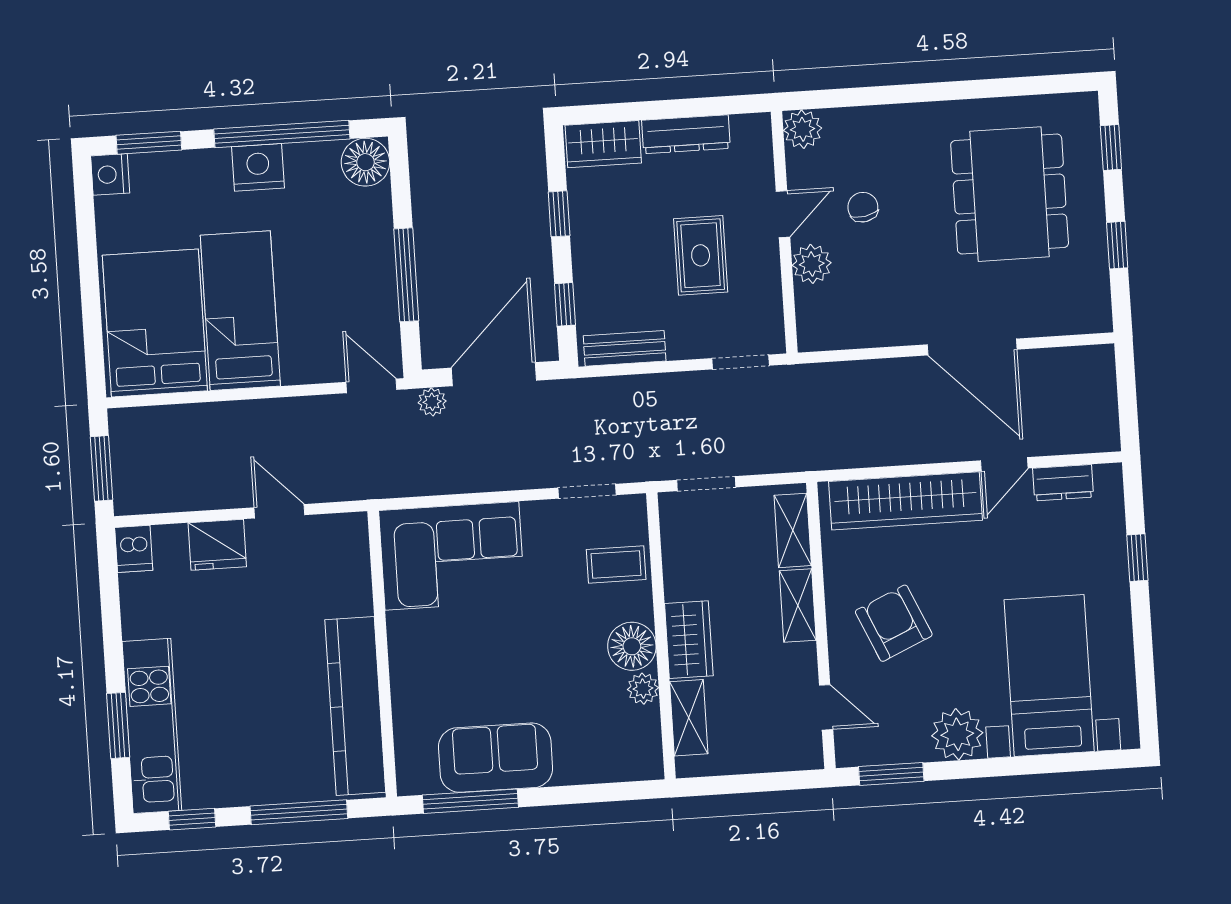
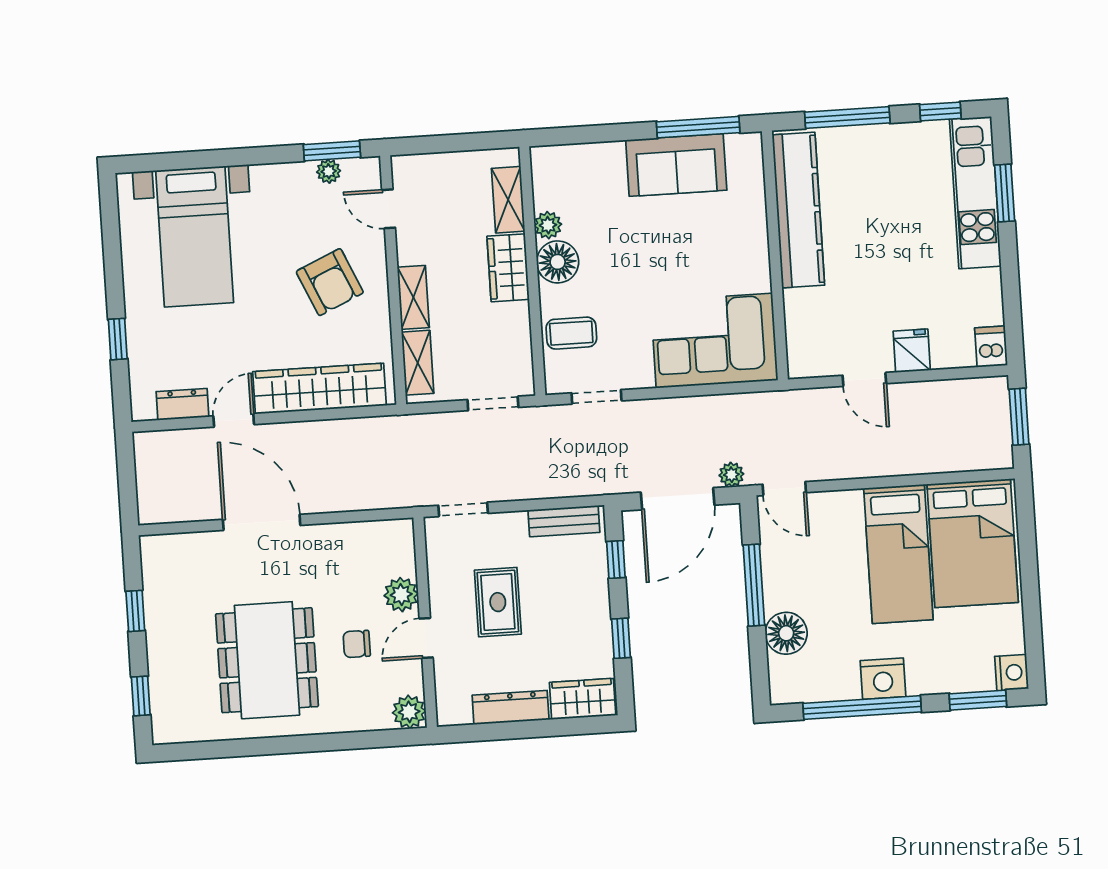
floor lamp: (365, 162) -> (786, 633), moved
dining table: (1010, 194) -> (267, 660), moved
chair: (863, 207) -> (357, 644), turned 100
fridge: (217, 545) -> (912, 351), width x0.72
plant: (957, 734) -> (329, 171), moved, width x0.53, depth x0.53

